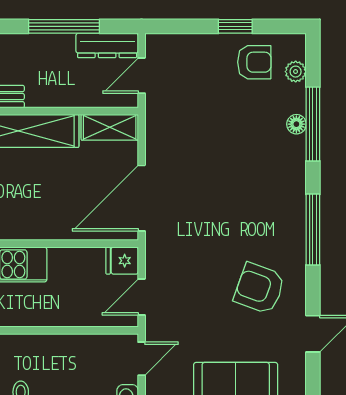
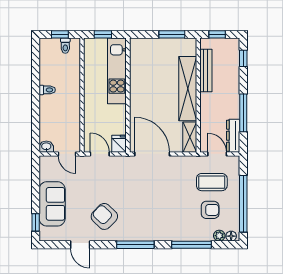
window: (235, 26) -> (243, 204), width x3.17
armchair: (254, 62) -> (210, 210), moved, turned -90
coffee table: (194, 86) -> (212, 182), added
floor lamp: (296, 124) -> (231, 236), moved
armchair: (259, 288) -> (104, 216), turned -66

